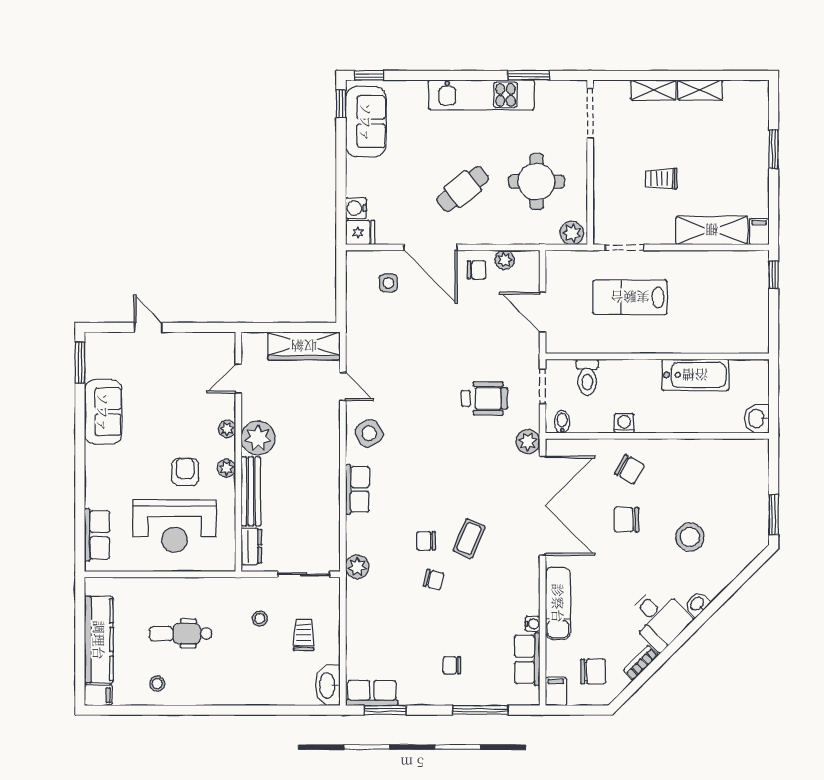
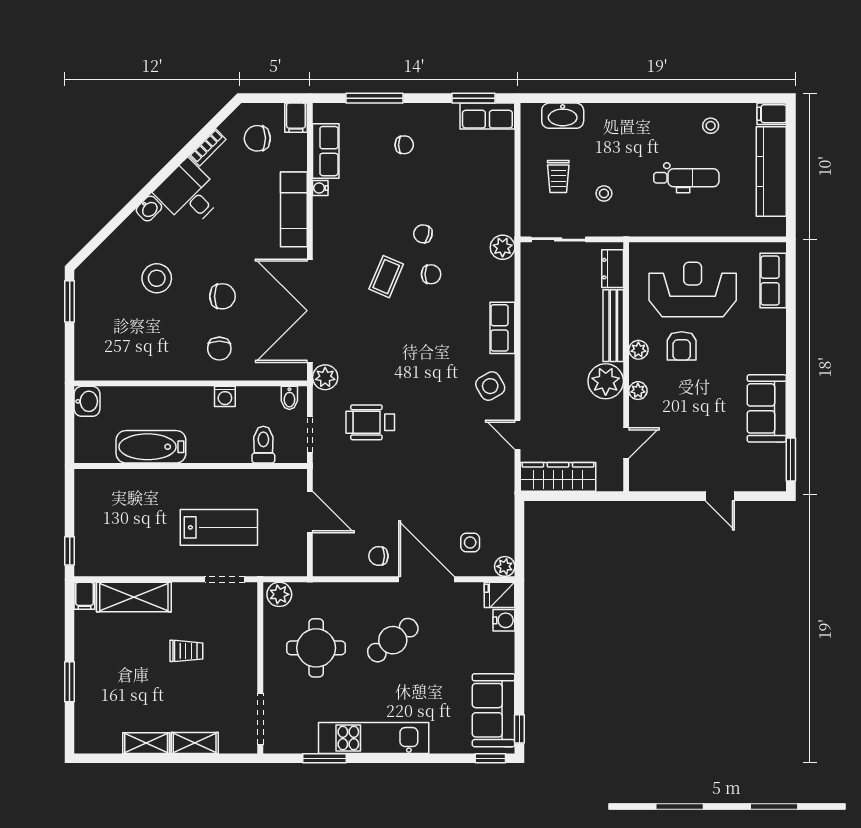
plant: (505, 260) -> (505, 566), moved
chair: (630, 469) -> (219, 349), turned -119
washbasin: (328, 685) -> (563, 116), moved, turned 90

